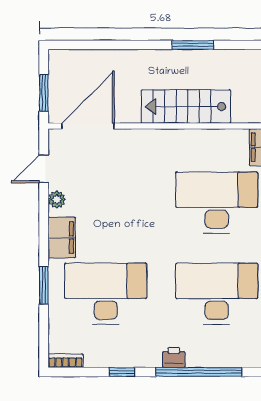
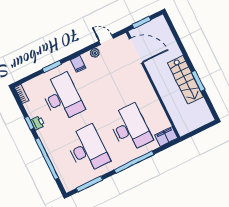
stairs: (186, 107) -> (185, 80), moved, turned 180
filing cabinet: (62, 238) -> (78, 64), width x0.50
printer: (174, 358) -> (38, 123), moved

